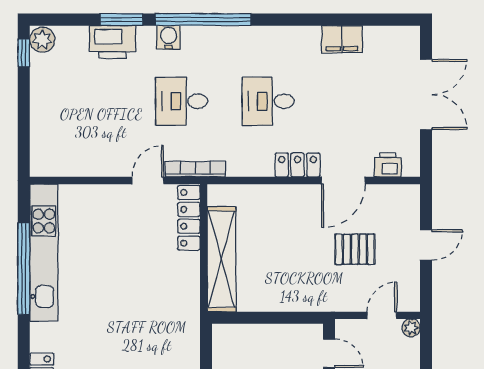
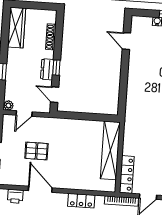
locker: (298, 165) -> (81, 201), moved
door: (343, 180) -> (40, 189), hinge flipped

